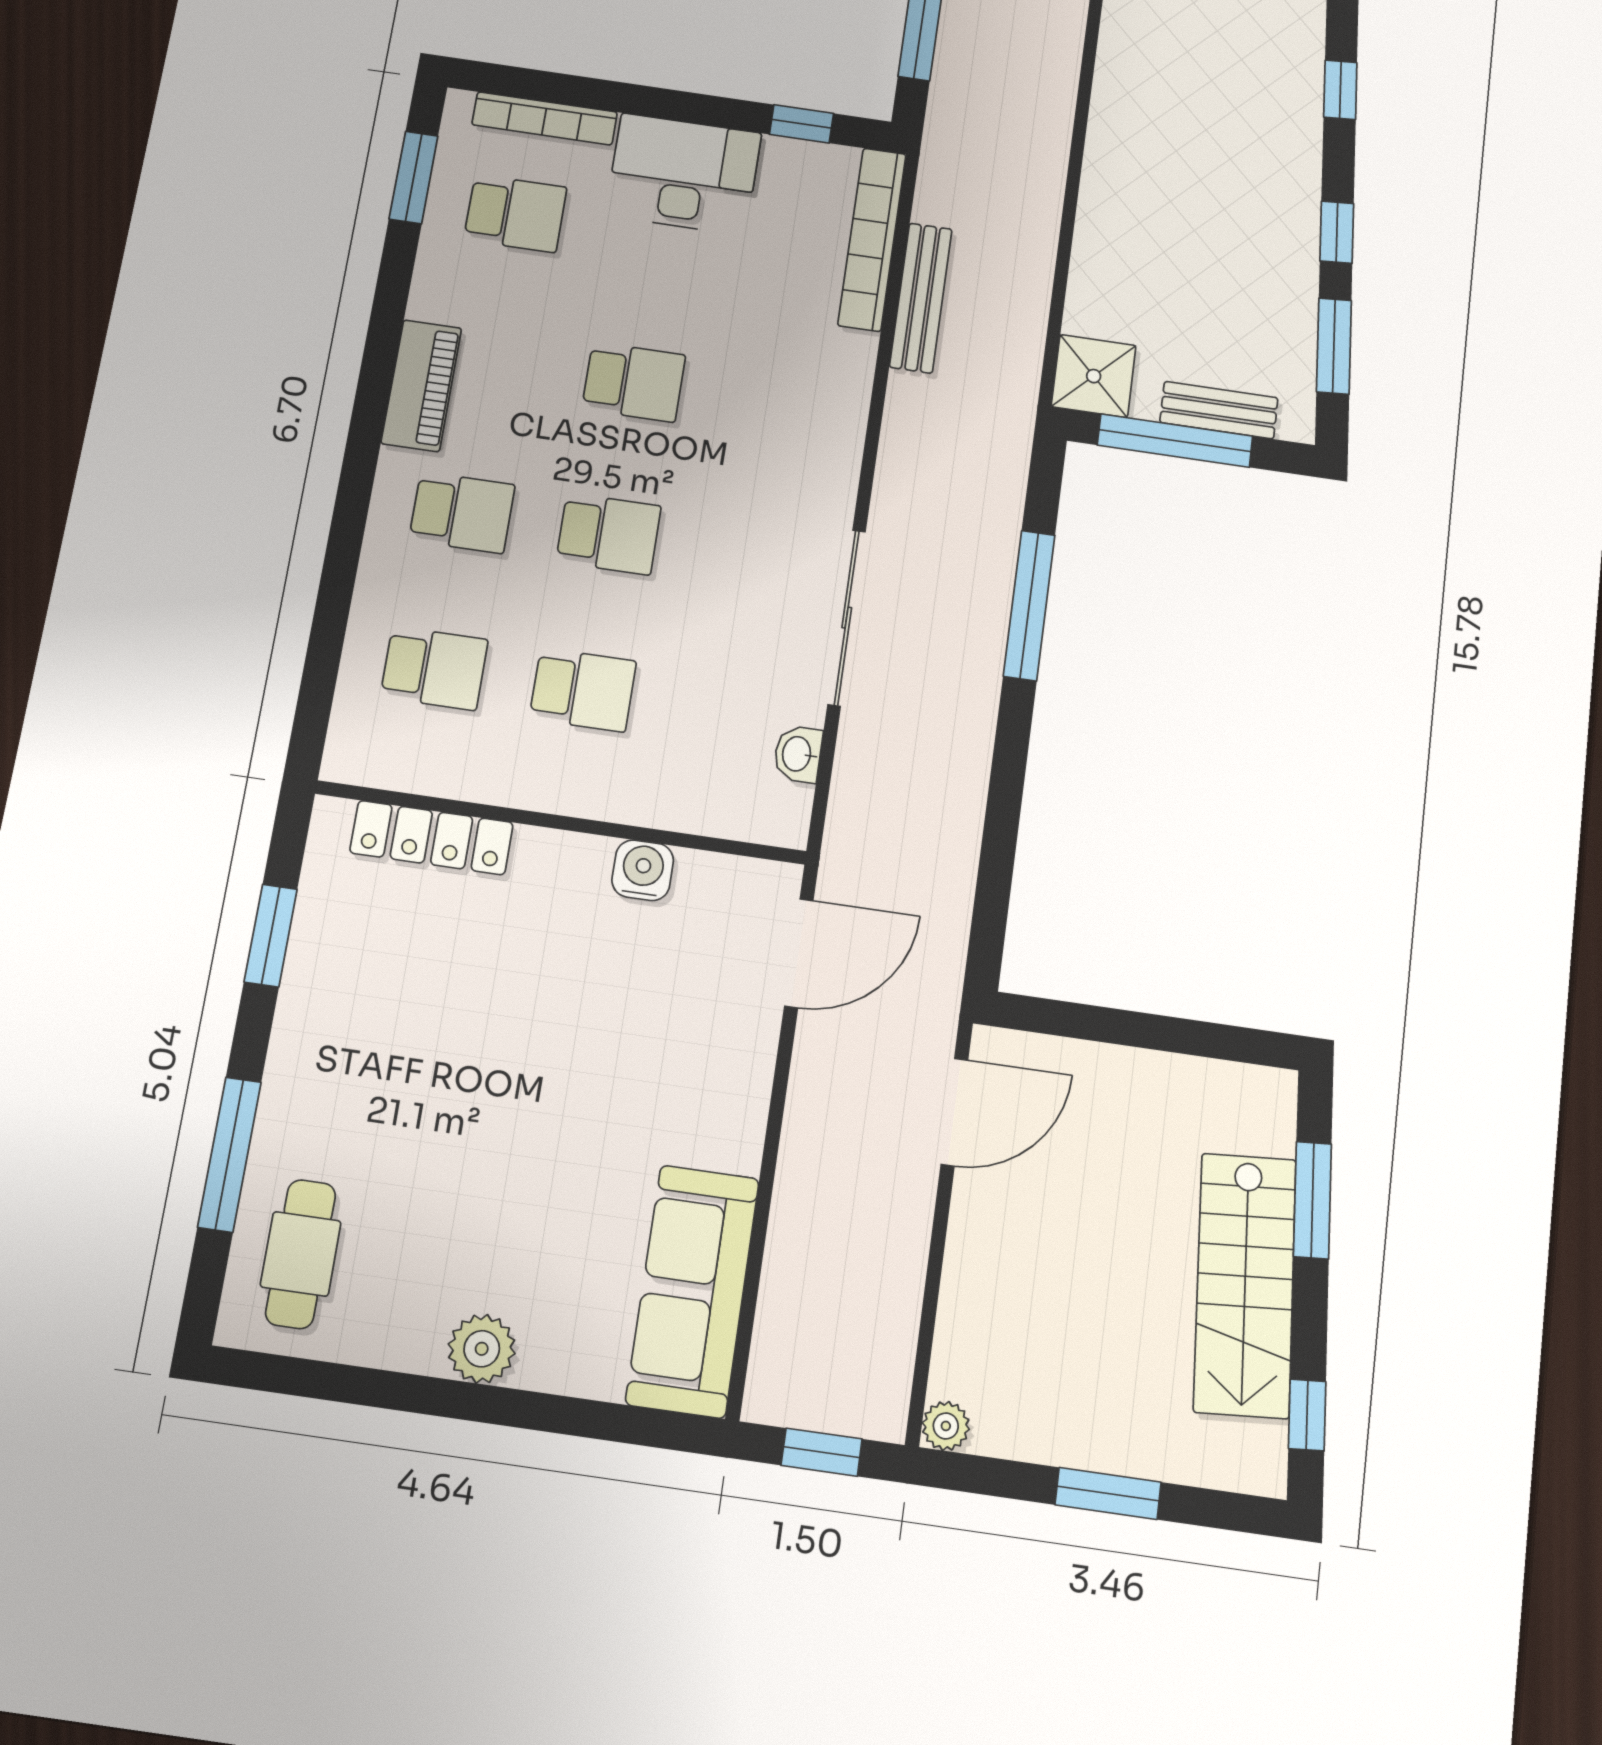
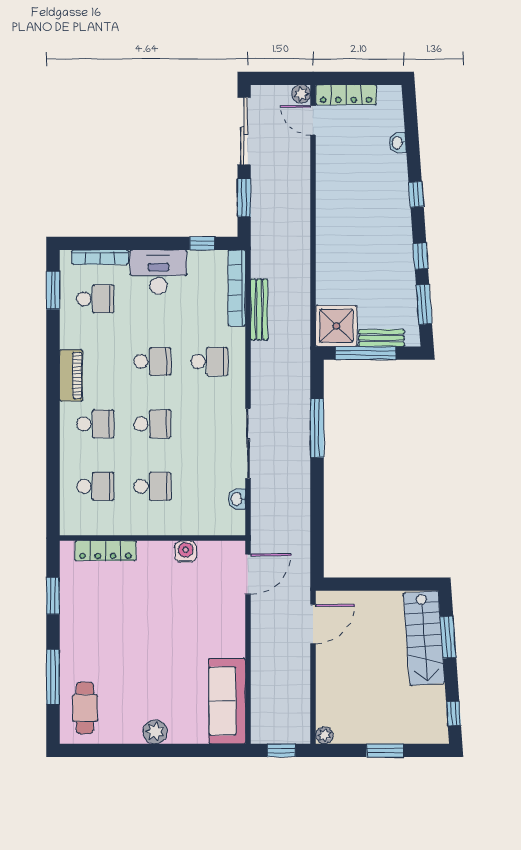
shower: (1094, 376) -> (336, 326), width x1.36, depth x1.36
school desk: (778, 403) -> (210, 361), added
stairs: (1245, 1285) -> (424, 638), moved

